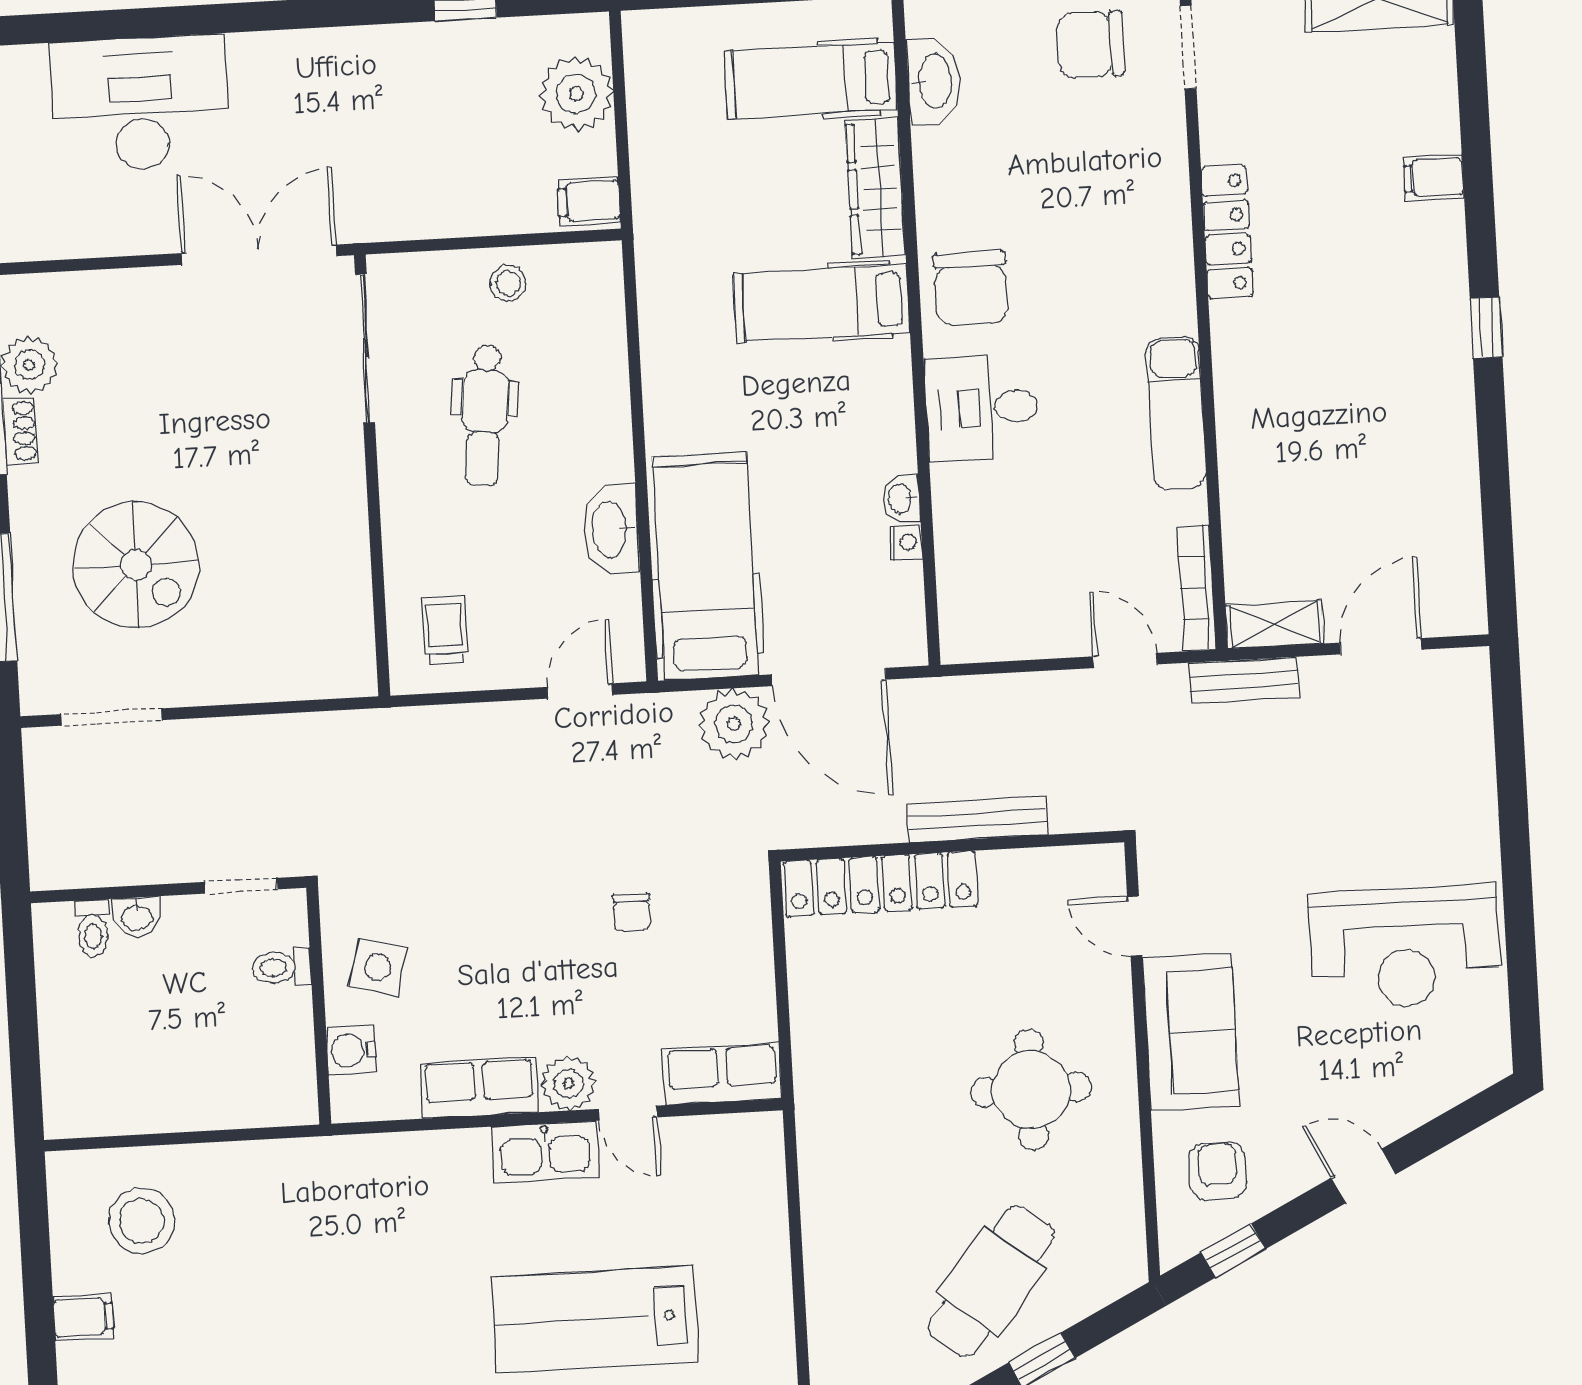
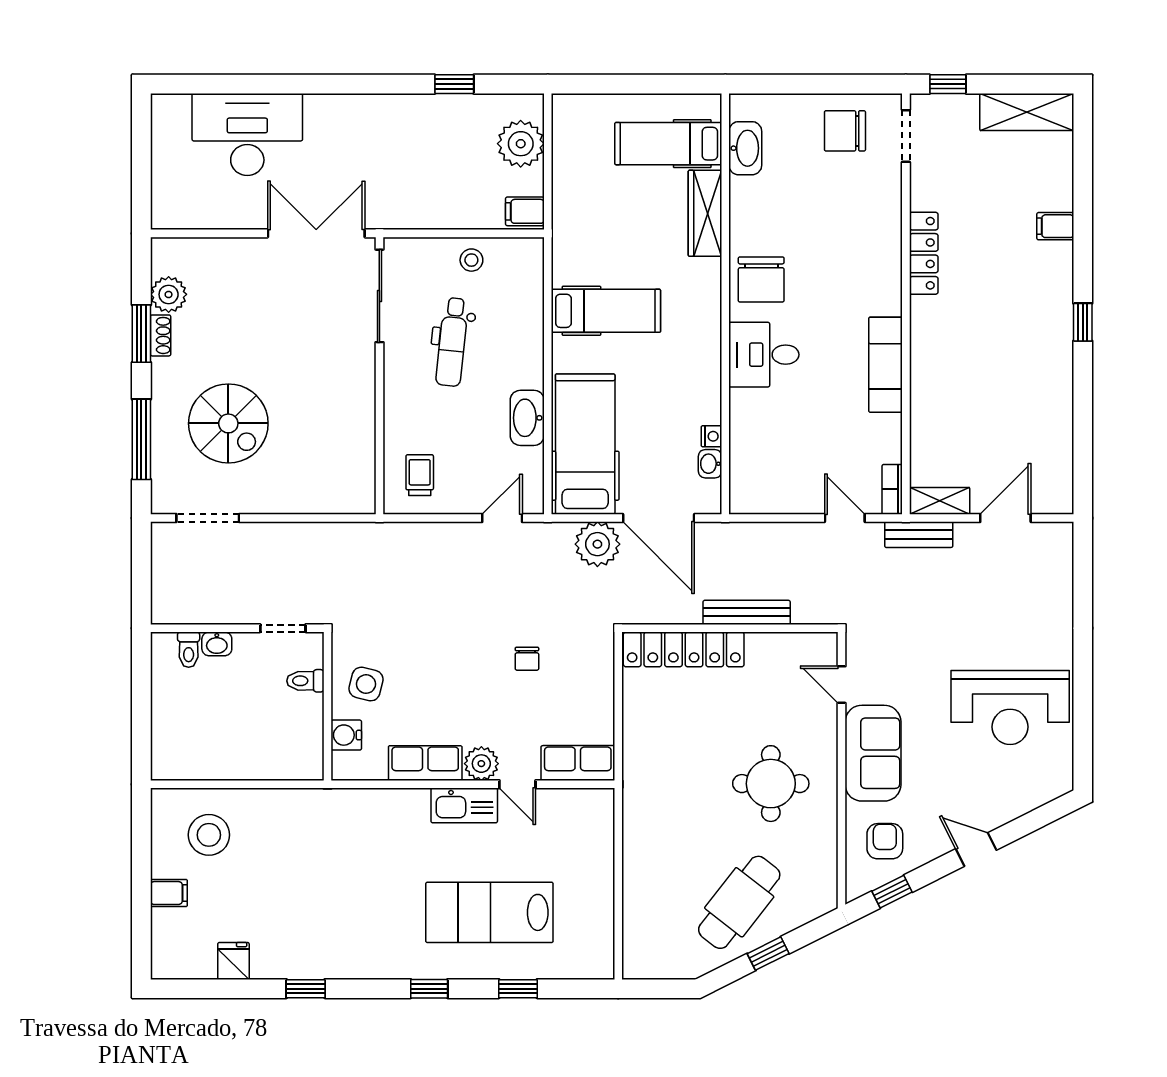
hospital bed: (821, 303) -> (606, 311), moved, turned 180
washbasin: (901, 499) -> (710, 464), moved
bookcase: (1197, 588) -> (892, 489), width x0.64

